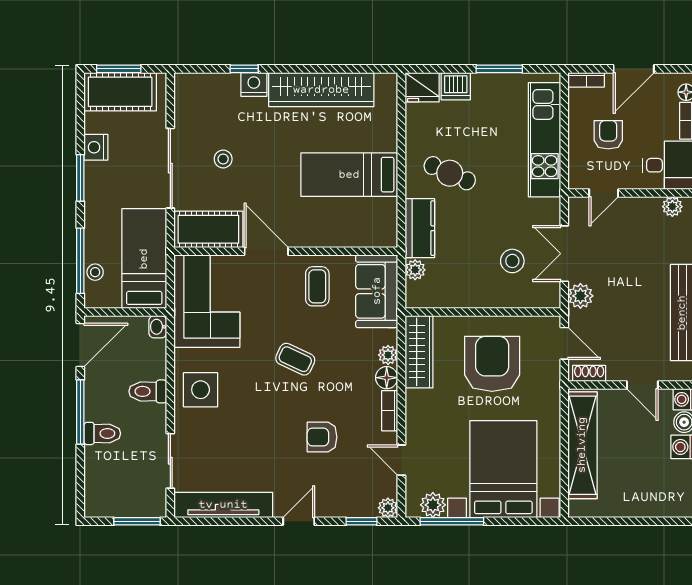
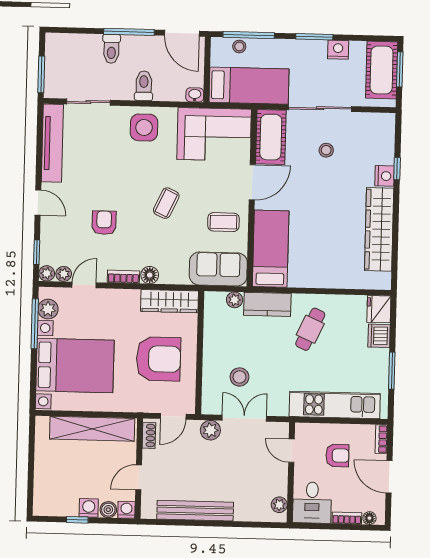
bed: (349, 175) -> (271, 249), moved
plant: (388, 355) -> (64, 274), moved

